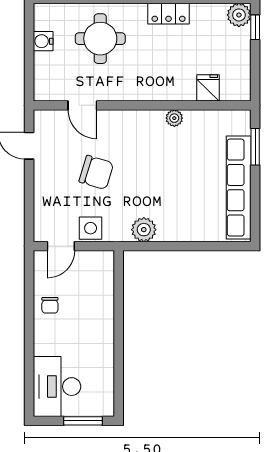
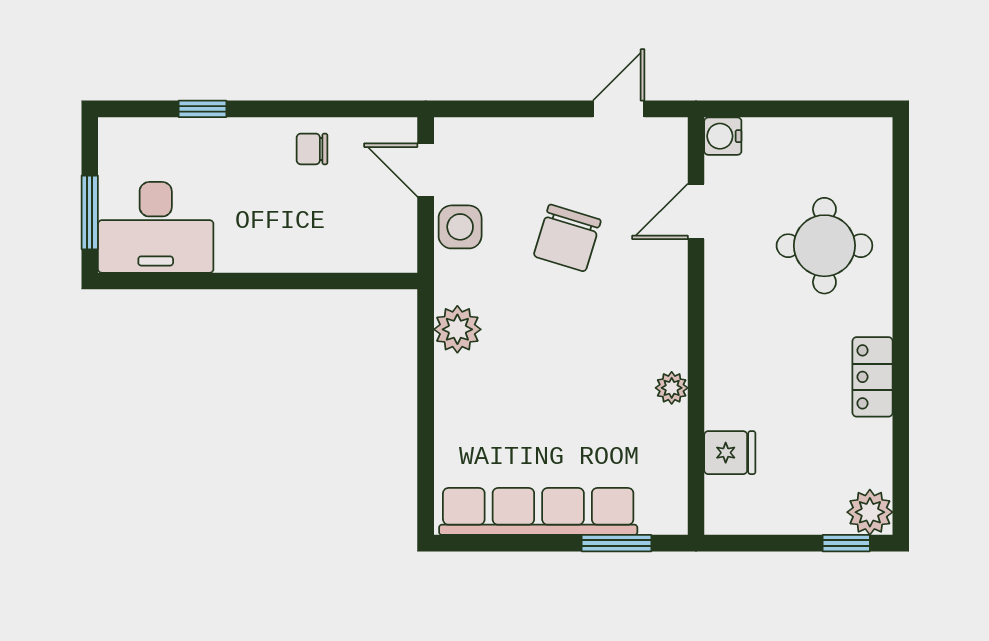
water cooler: (43, 41) -> (723, 136), moved, turned -90
window: (29, 362) -> (203, 109), added
desk: (57, 387) -> (156, 227), moved, turned 180

